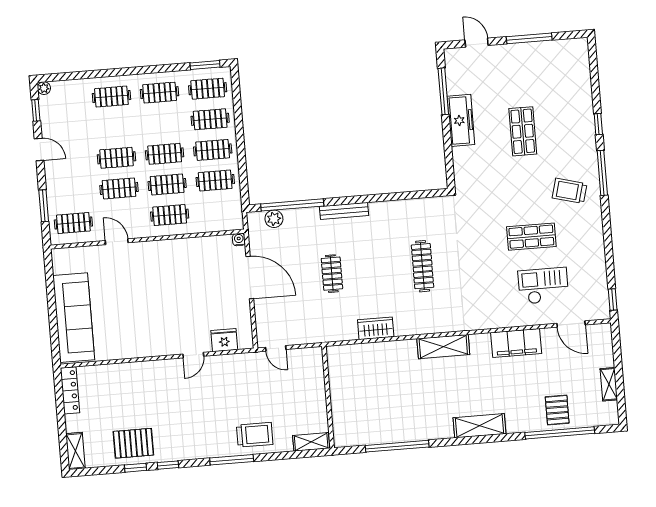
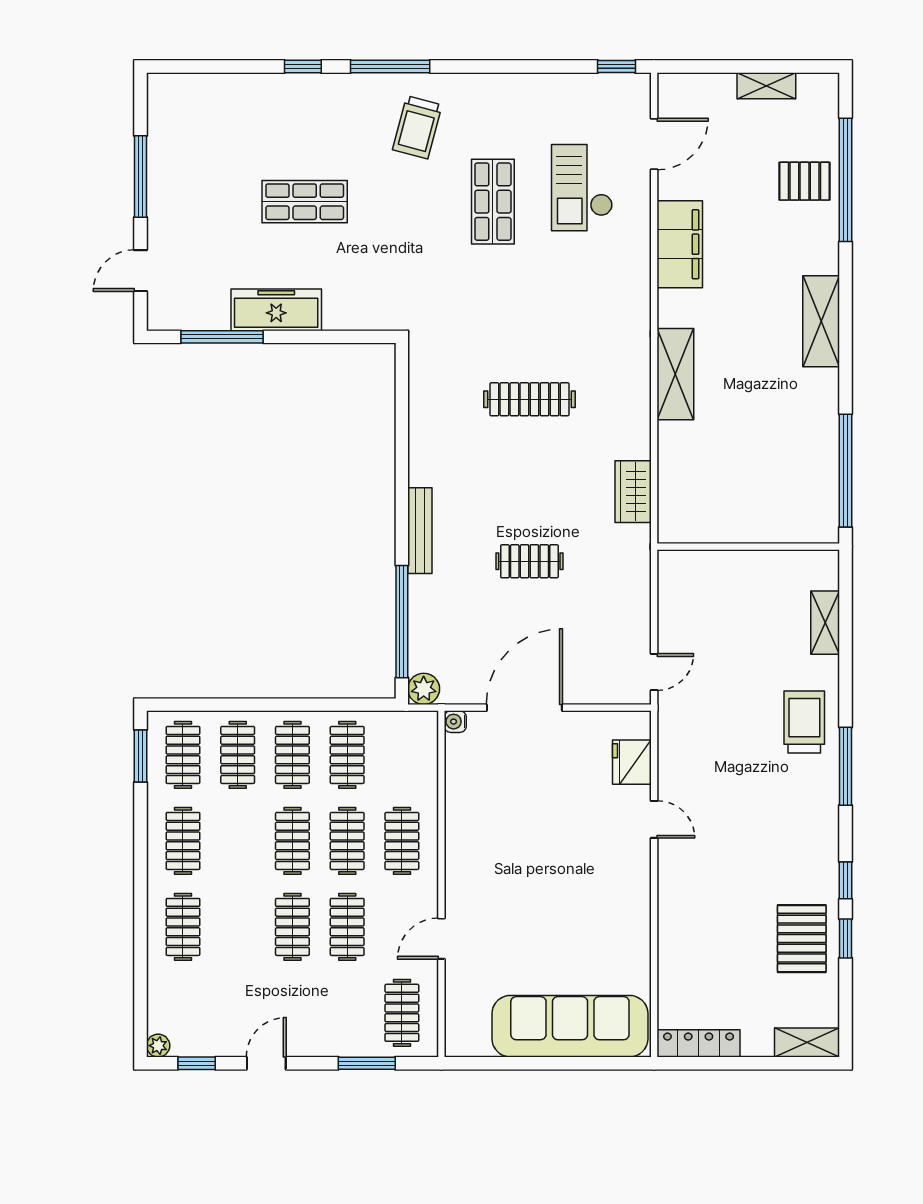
plant: (274, 219) -> (424, 689), moved
wall: (328, 397) -> (748, 547), moved

